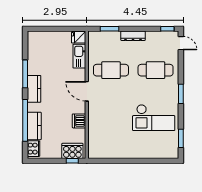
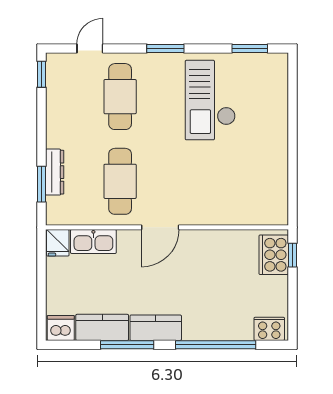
dresser: (133, 36) -> (55, 172), moved
door: (181, 43) -> (90, 48), moved
checkout: (154, 118) -> (210, 100), turned 180
dishwasher: (79, 121) -> (61, 328), moved, turned 180
kitchen counter: (34, 126) -> (102, 327), moved

